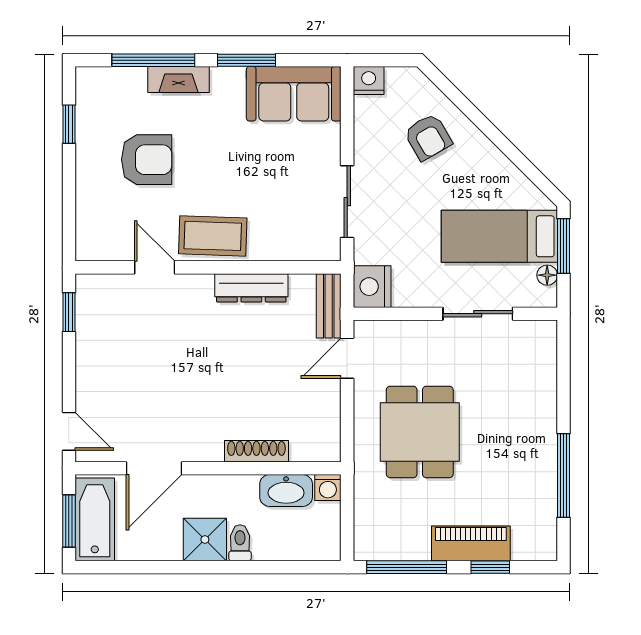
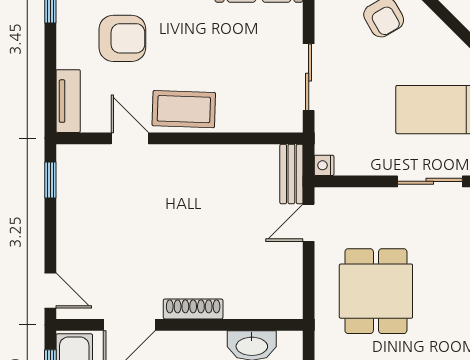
tv unit: (88, 227) -> (68, 101), added
nightstand: (372, 287) -> (324, 165), width x0.53, depth x0.56
dresser: (251, 288) -> (220, 157), removed
shoe rack: (256, 451) -> (193, 309), moved
washing machine: (328, 488) -> (291, 343), removed

